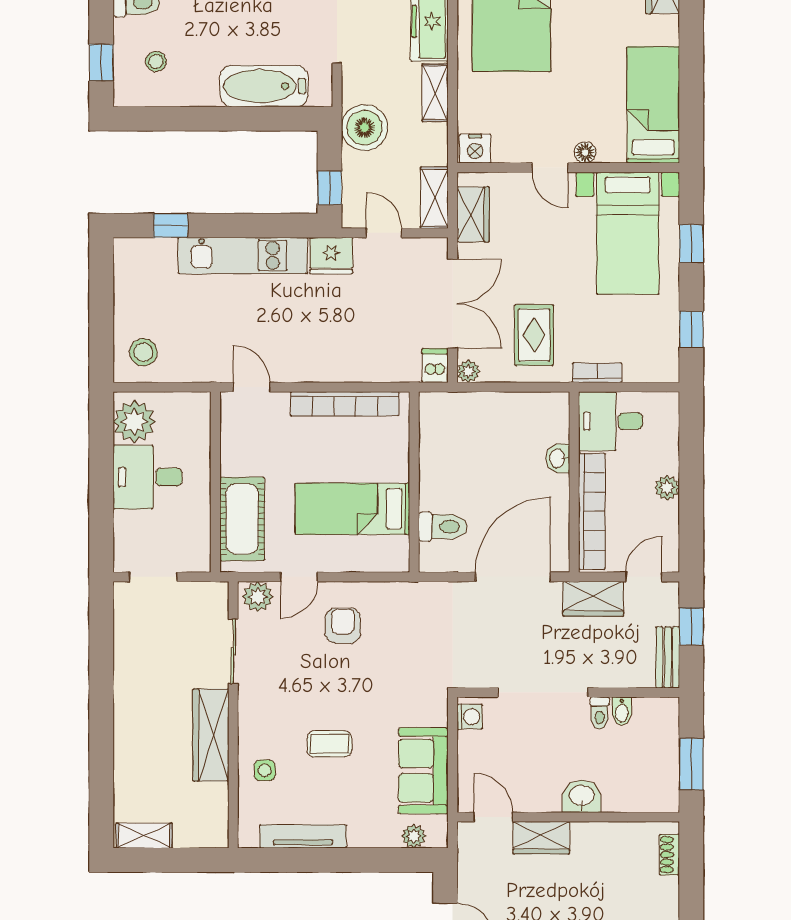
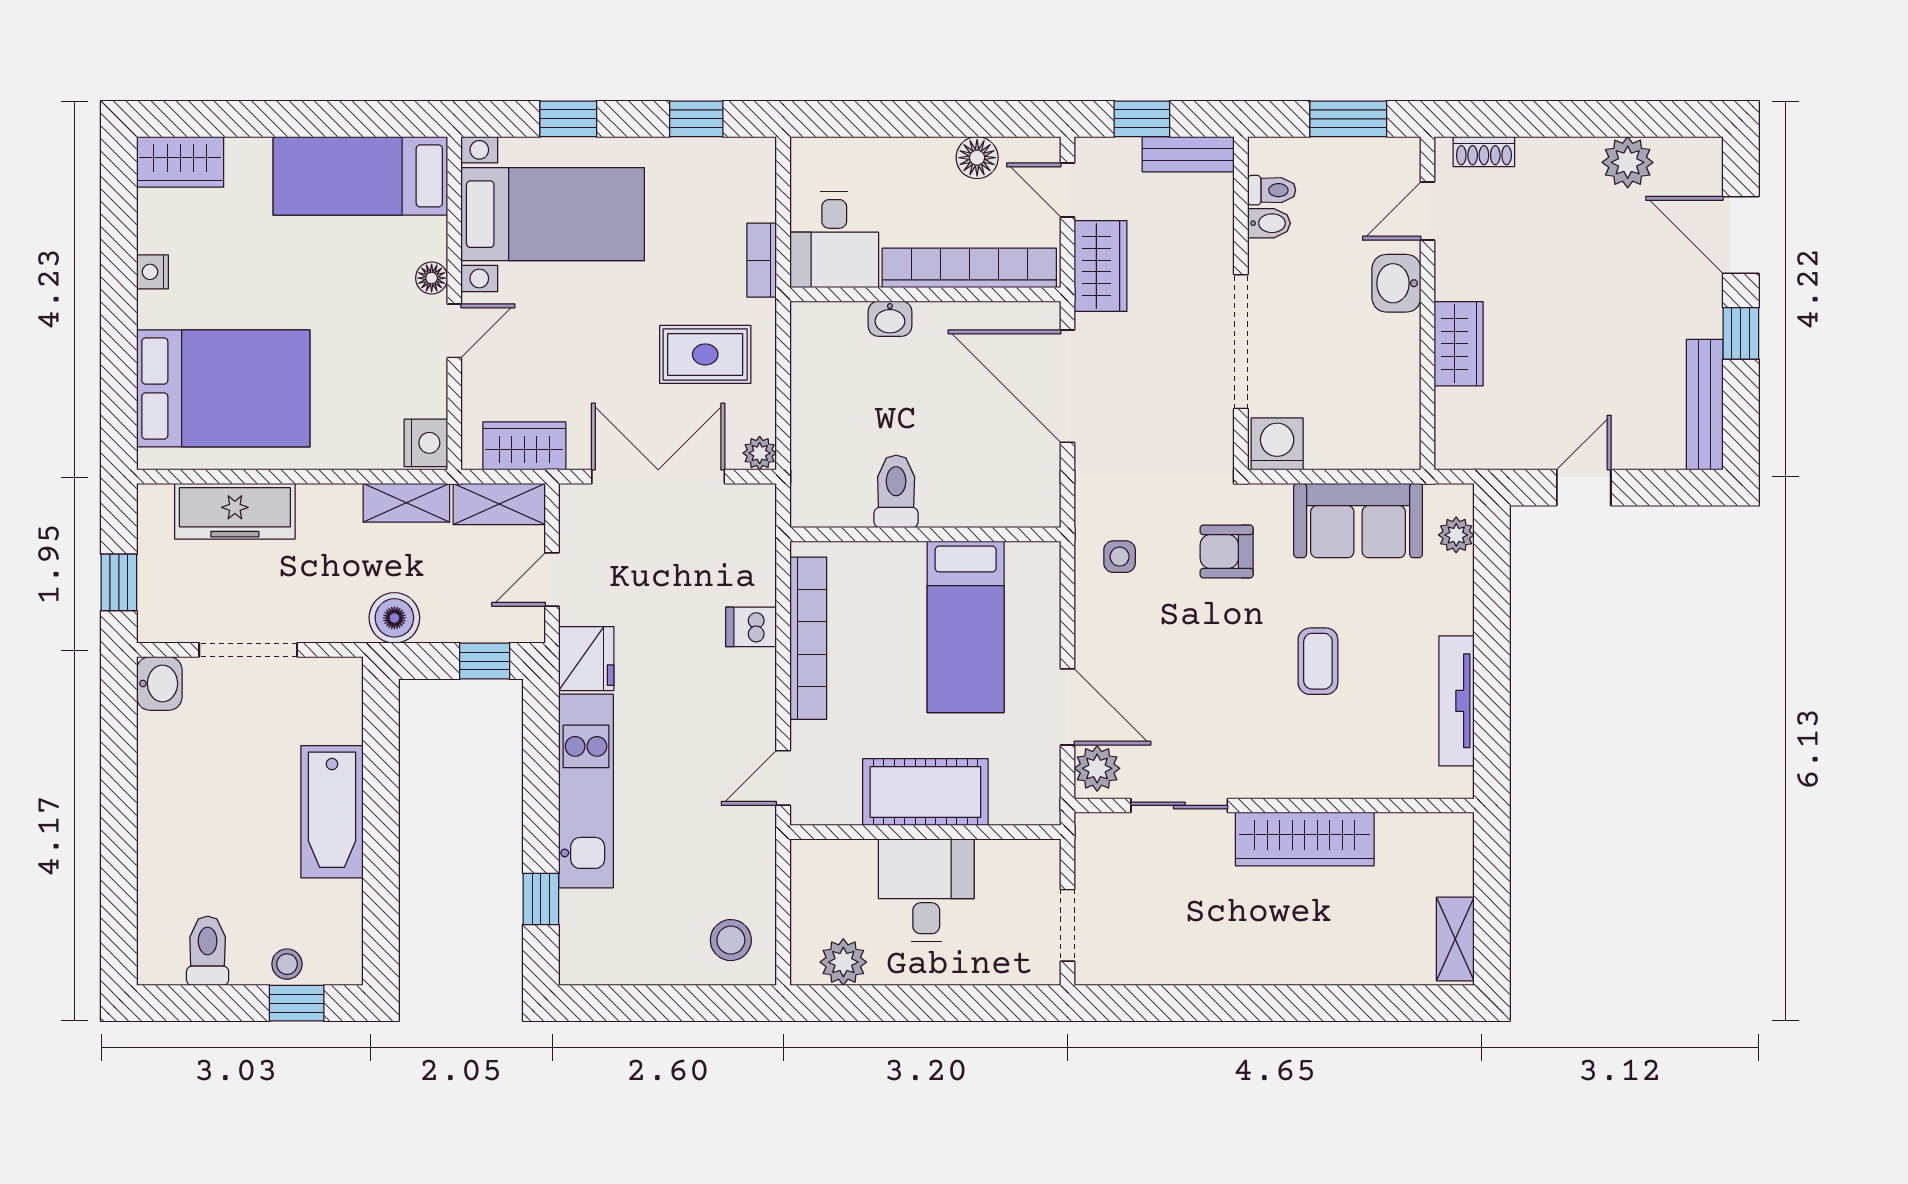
stool: (156, 61) -> (287, 964), moved
bathtub: (264, 86) -> (332, 812), moved
shelving: (435, 93) -> (406, 503), moved
boiler: (365, 128) -> (394, 618), width x0.73, depth x0.73
dishwasher: (435, 366) -> (751, 627), moved
plant: (134, 422) -> (843, 962), width x0.73, depth x0.73
desk: (148, 477) -> (926, 890), moved, turned 180
plant: (667, 488) -> (934, 155), removed
floor lamp: (665, 516) -> (977, 158), added
cot: (242, 519) -> (925, 792), moved
toilet: (443, 527) -> (896, 491), moved
door: (299, 577) -> (1068, 707), width x1.38
armchair: (343, 626) -> (1227, 551), moved
toilet: (600, 713) -> (1272, 190), moved
washing machine: (470, 717) -> (1277, 444), width x1.38, depth x1.38
side table: (265, 770) -> (1120, 557), moved
door: (493, 817) -> (1427, 211), moved

